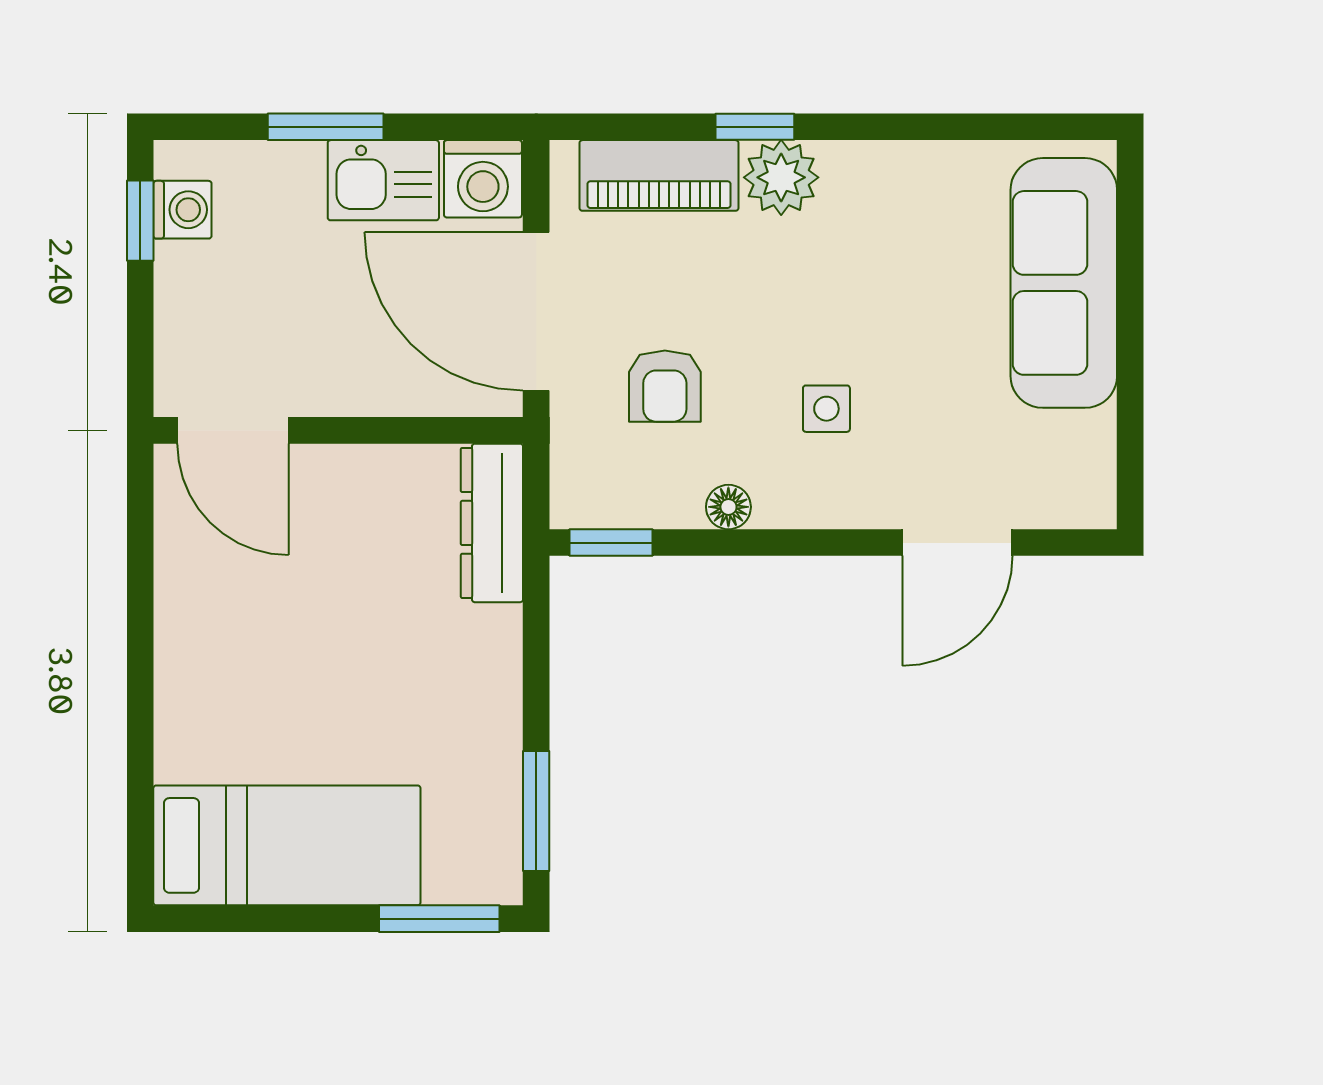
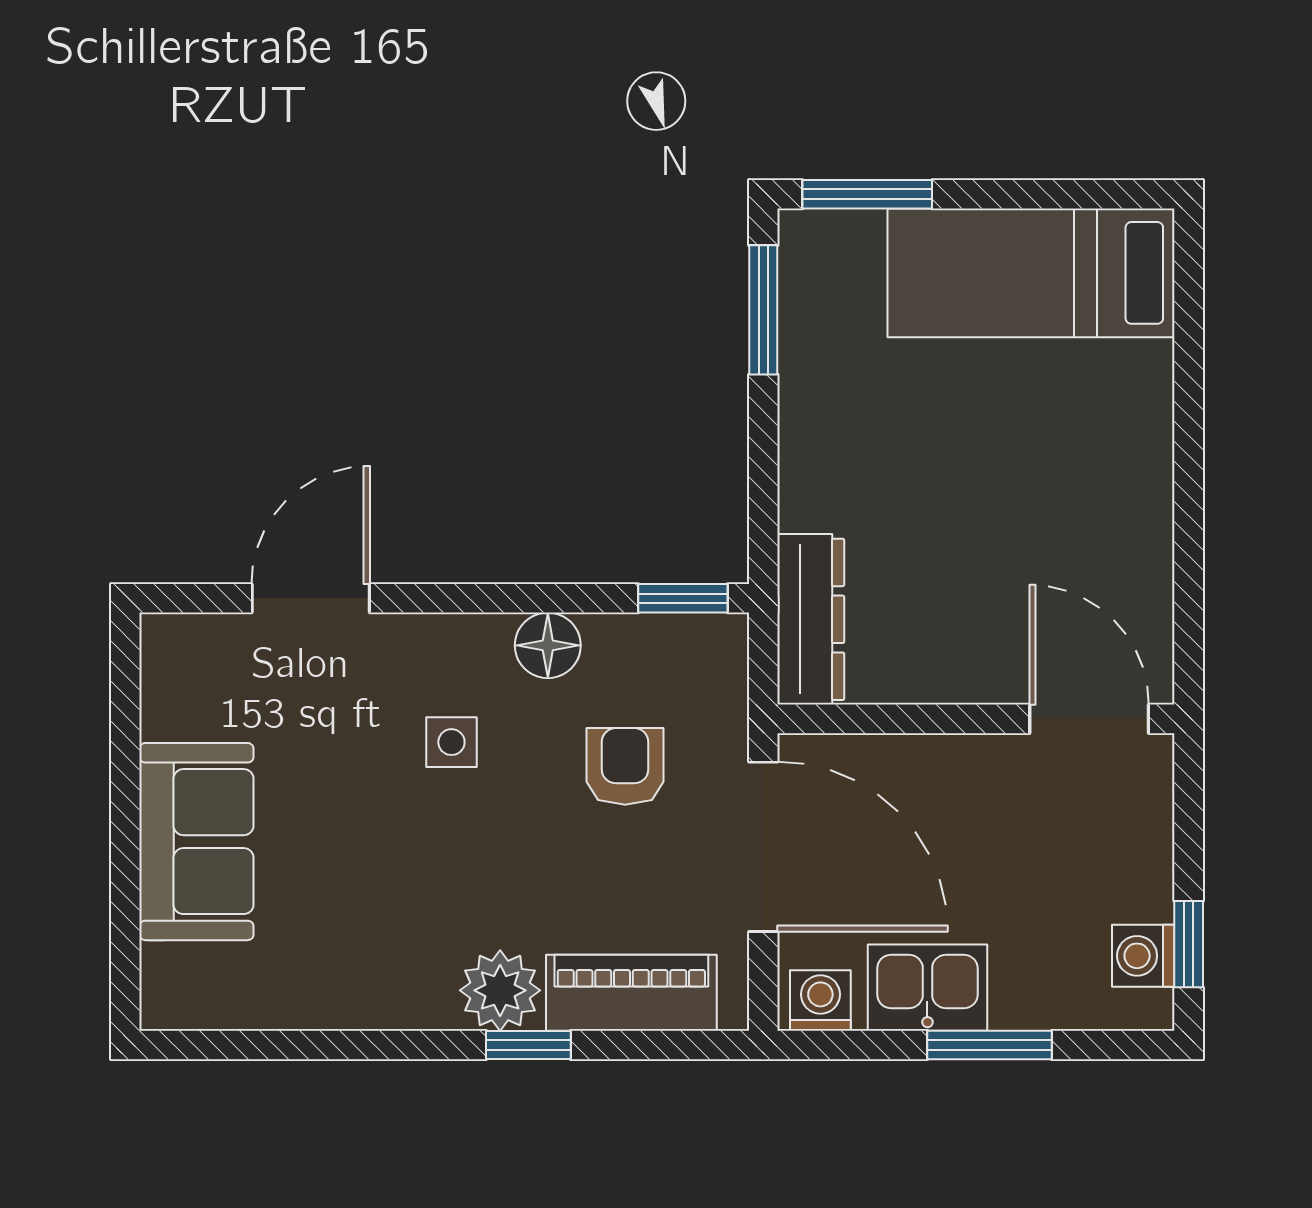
washing machine: (483, 179) -> (820, 1000), width x0.73, depth x0.73
sofa: (1064, 283) -> (196, 842), width x0.73
floor lamp: (728, 507) -> (548, 645), width x1.37, depth x1.37

